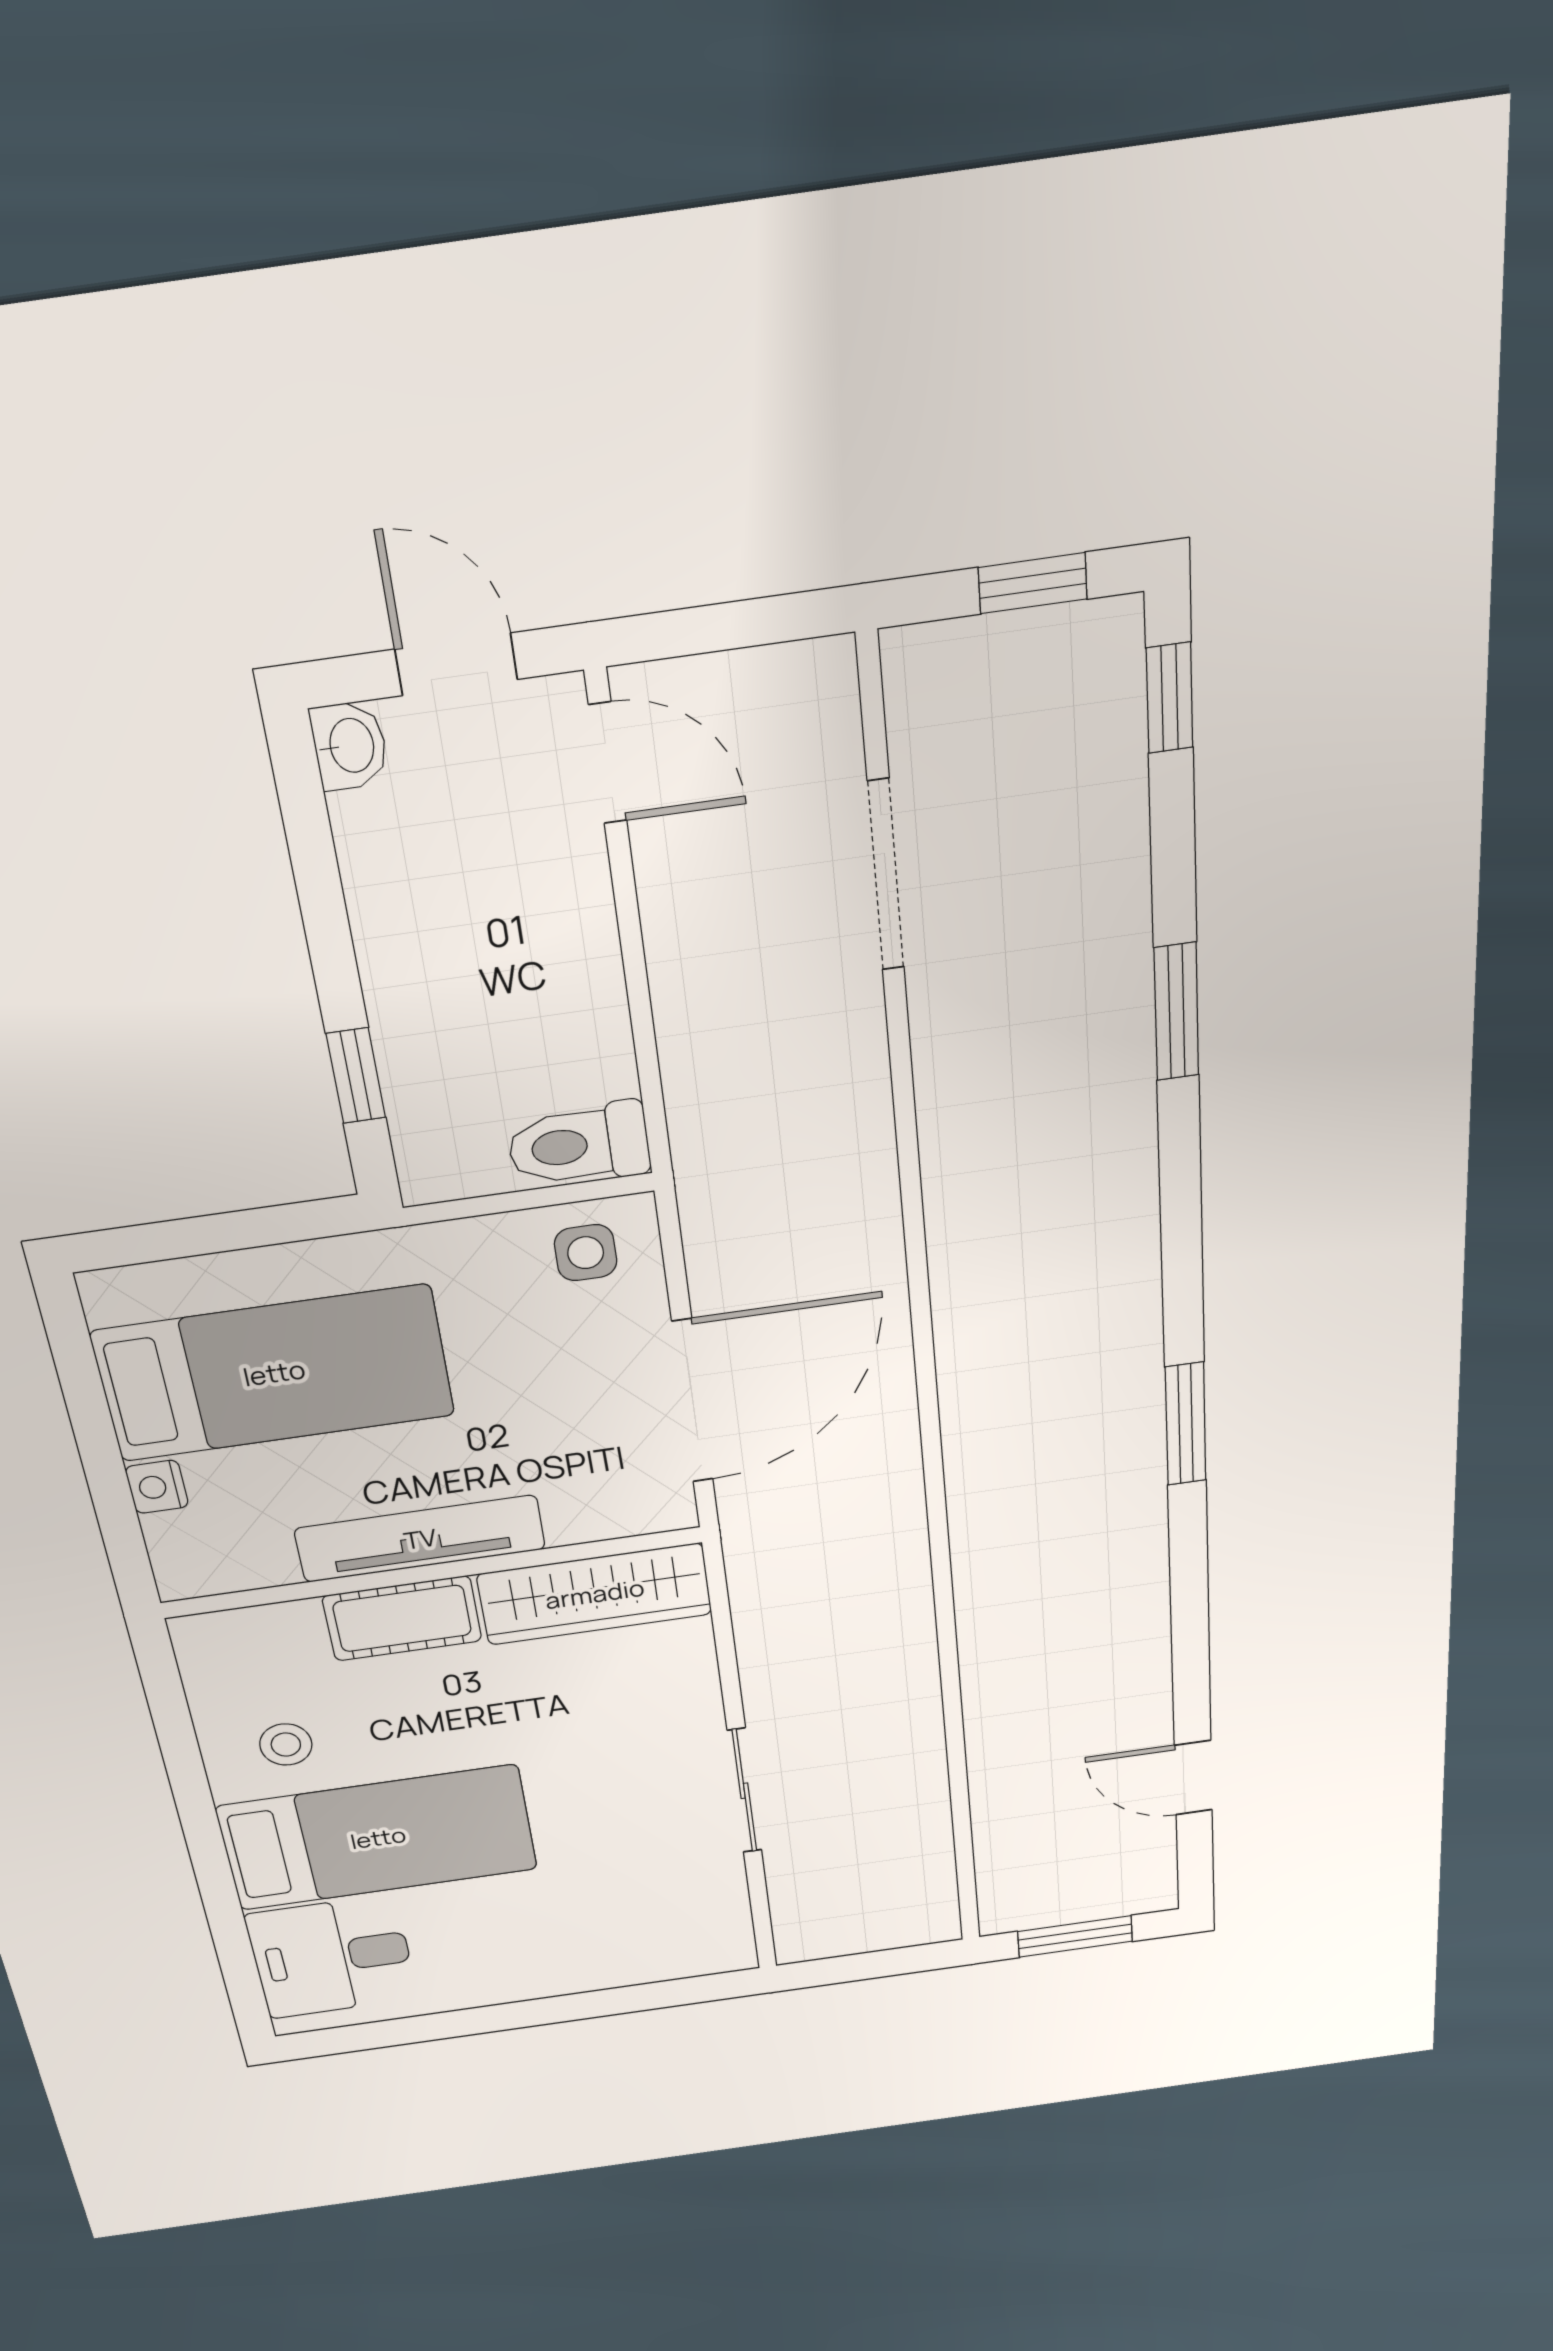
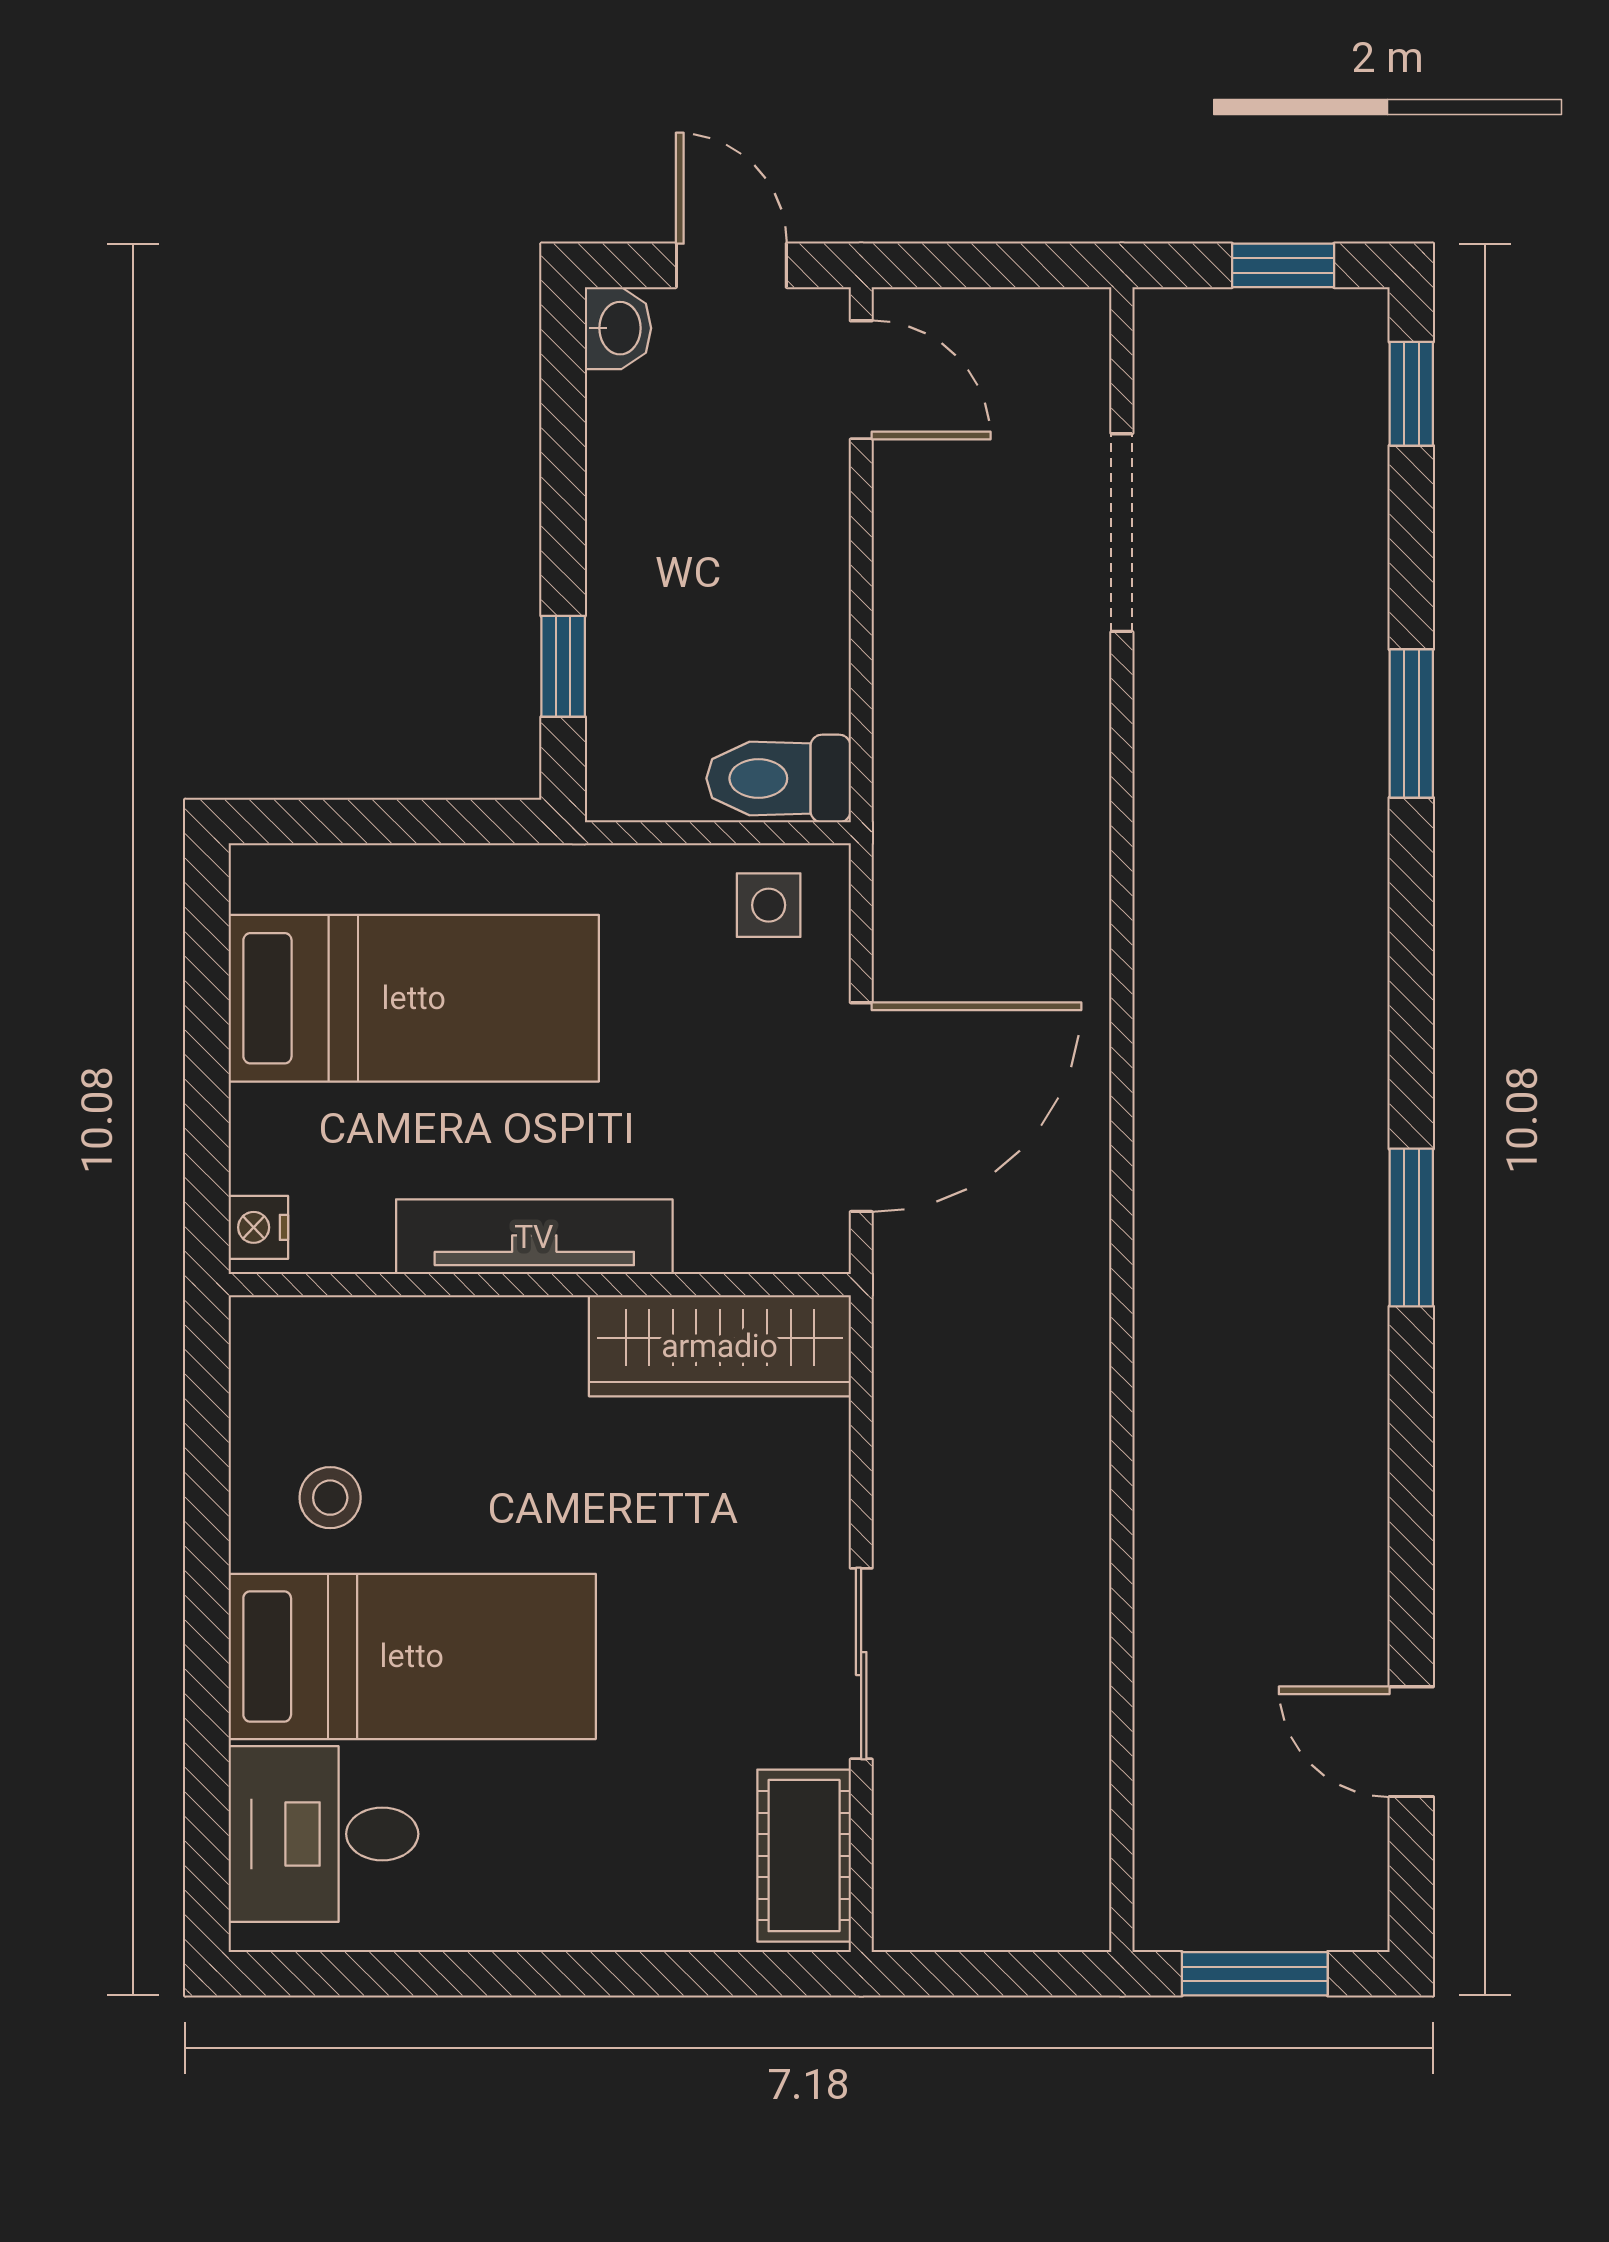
nightstand: (157, 1487) -> (258, 1227), moved
cot: (402, 1618) -> (804, 1856), moved, turned 90

